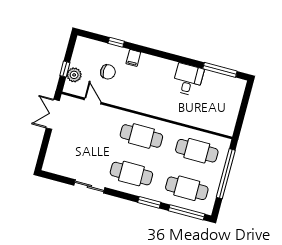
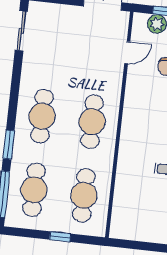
window: (226, 174) -> (60, 237), width x0.32
sliding door: (89, 186) -> (21, 31), moved

